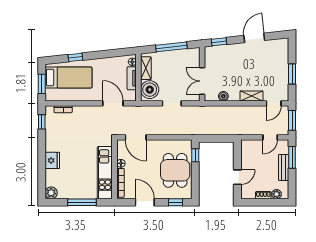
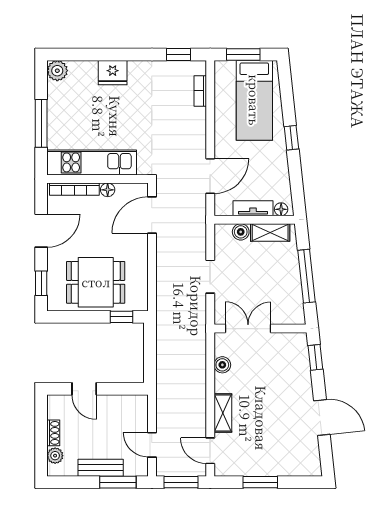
window: (75, 57) -> (291, 138), moved
boiler: (150, 90) -> (241, 232), width x0.54, depth x0.54

